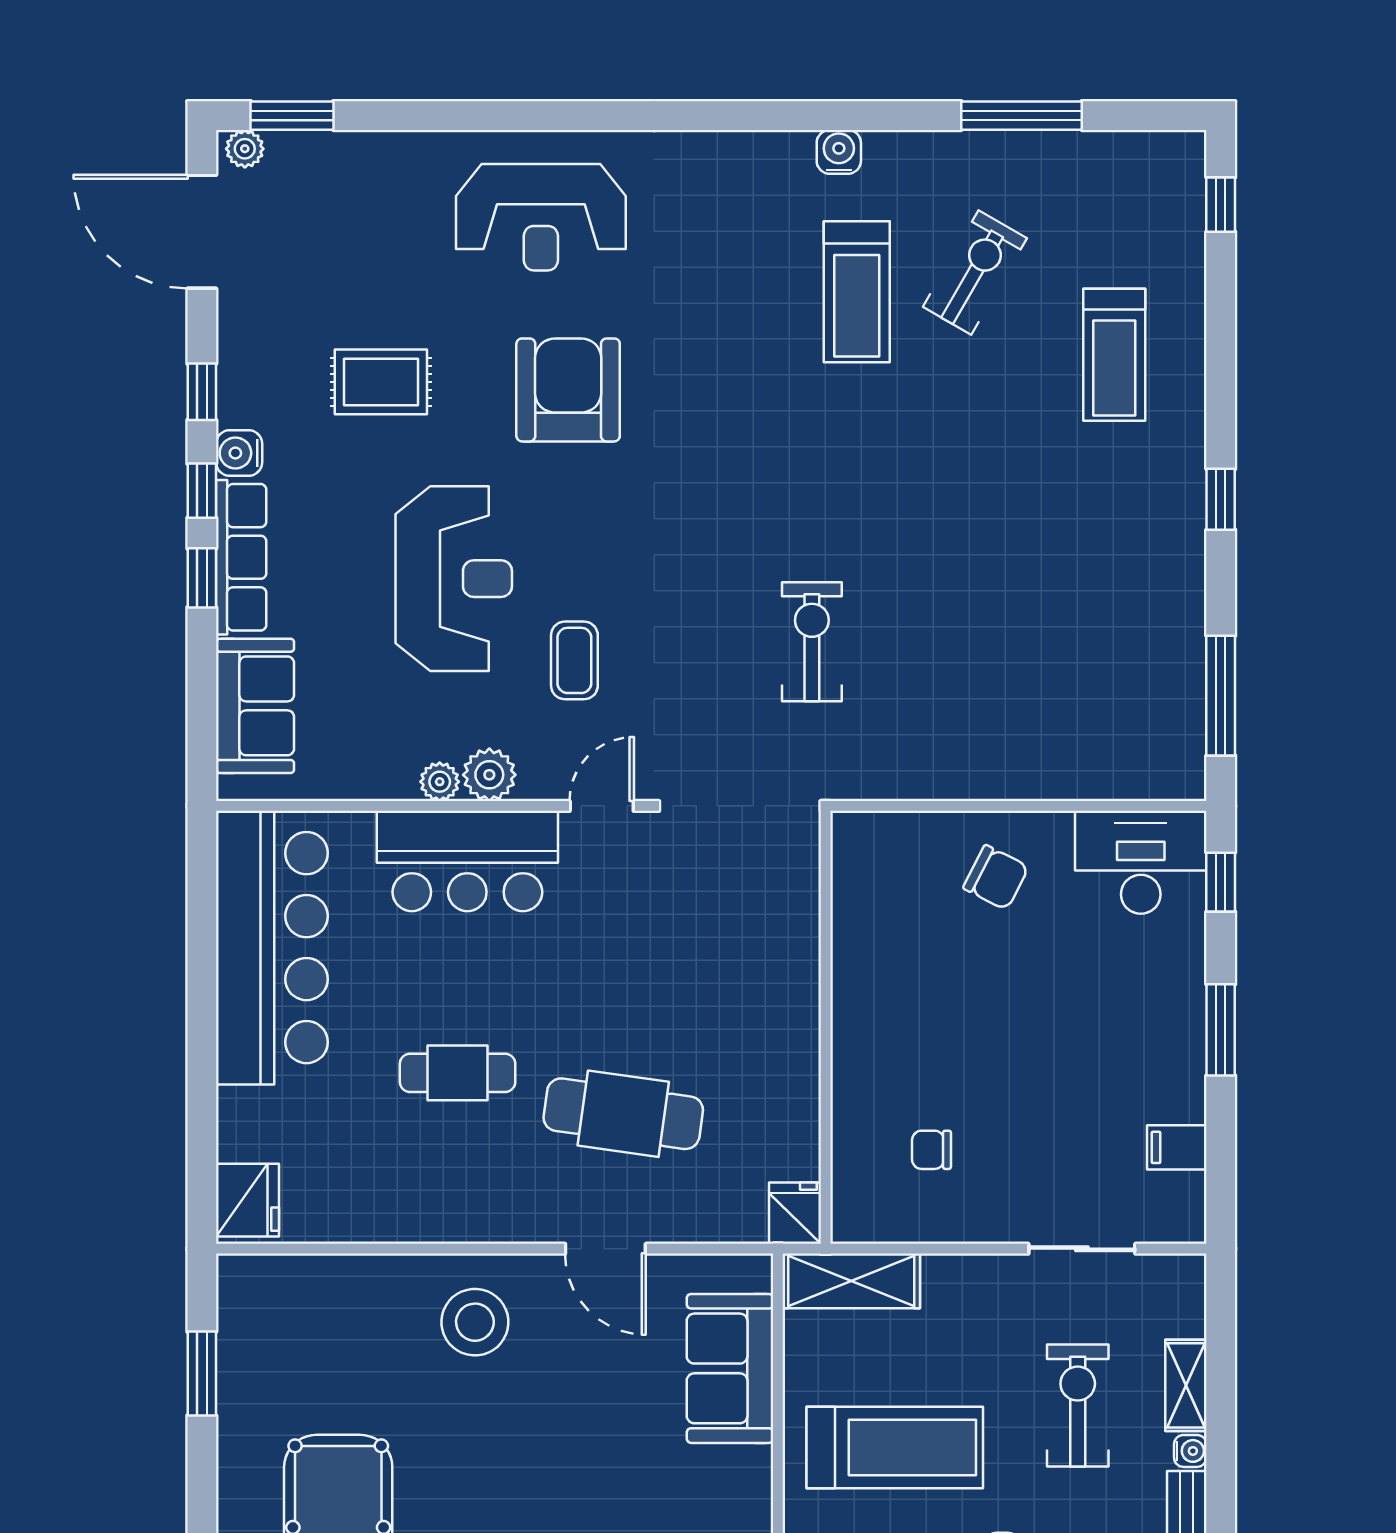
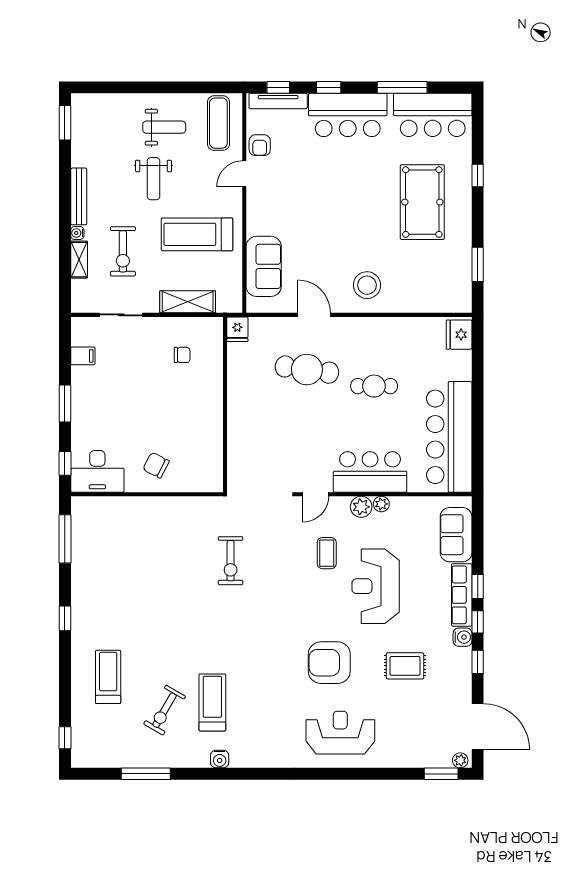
armchair: (568, 390) -> (329, 663), turned 90
shelving: (851, 1281) -> (188, 302), moved

